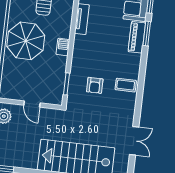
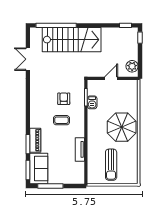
barbecue: (63, 47) -> (92, 102), moved
coffee table: (126, 85) -> (61, 120), moved
door: (32, 104) -> (111, 78), hinge flipped

